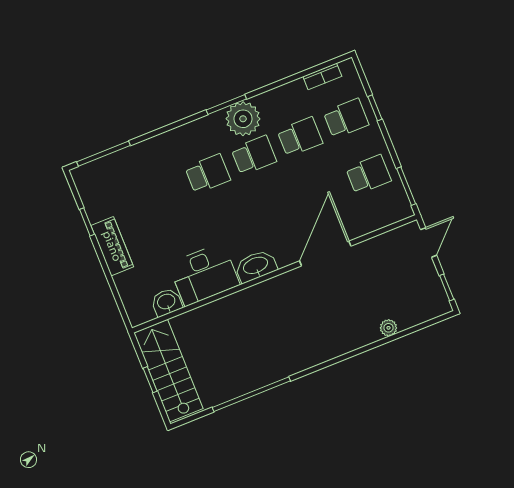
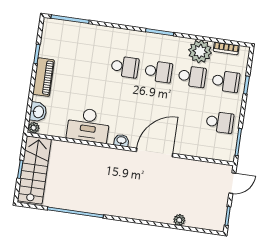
plant: (243, 119) -> (200, 51), moved
door: (325, 253) -> (155, 152), moved
washbasin: (256, 266) -> (121, 140), width x0.52, depth x0.69
washbasin: (166, 302) -> (38, 112), moved, turned 90
plant: (137, 317) -> (34, 128), added

